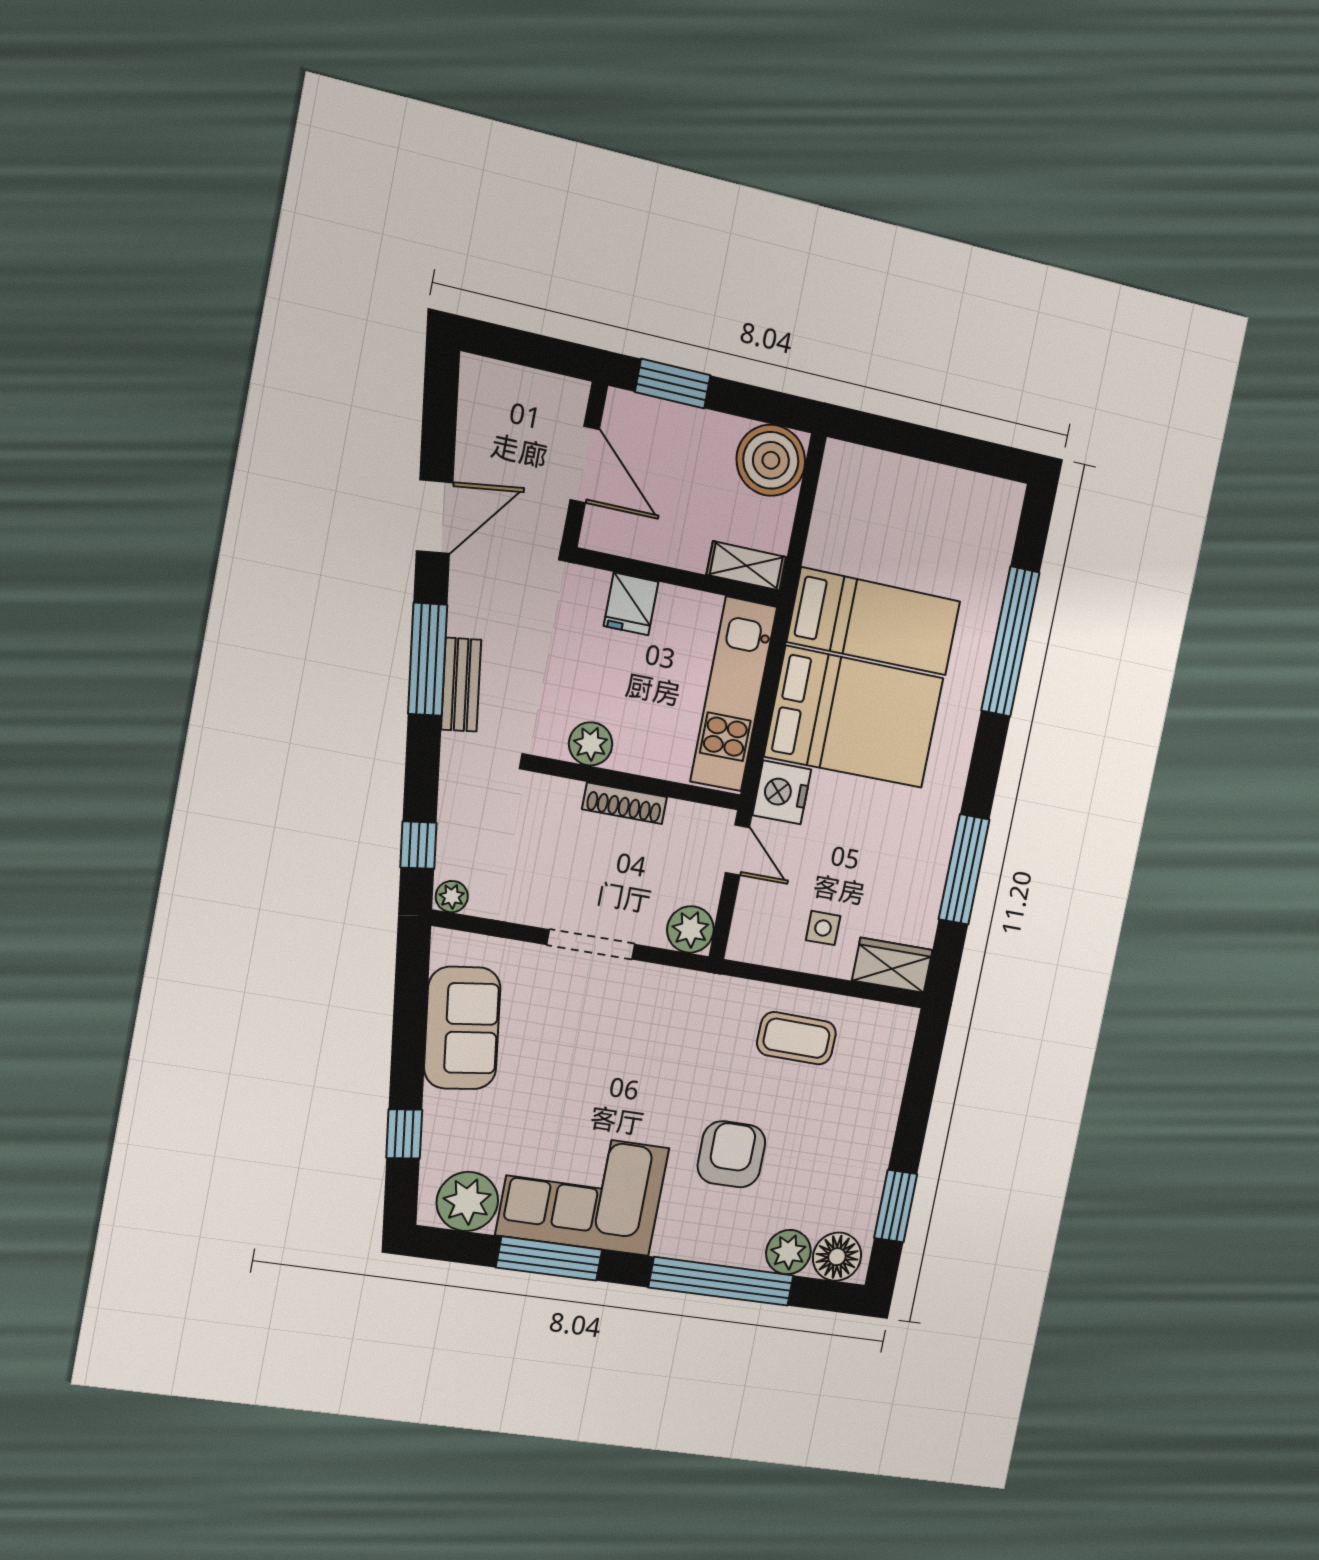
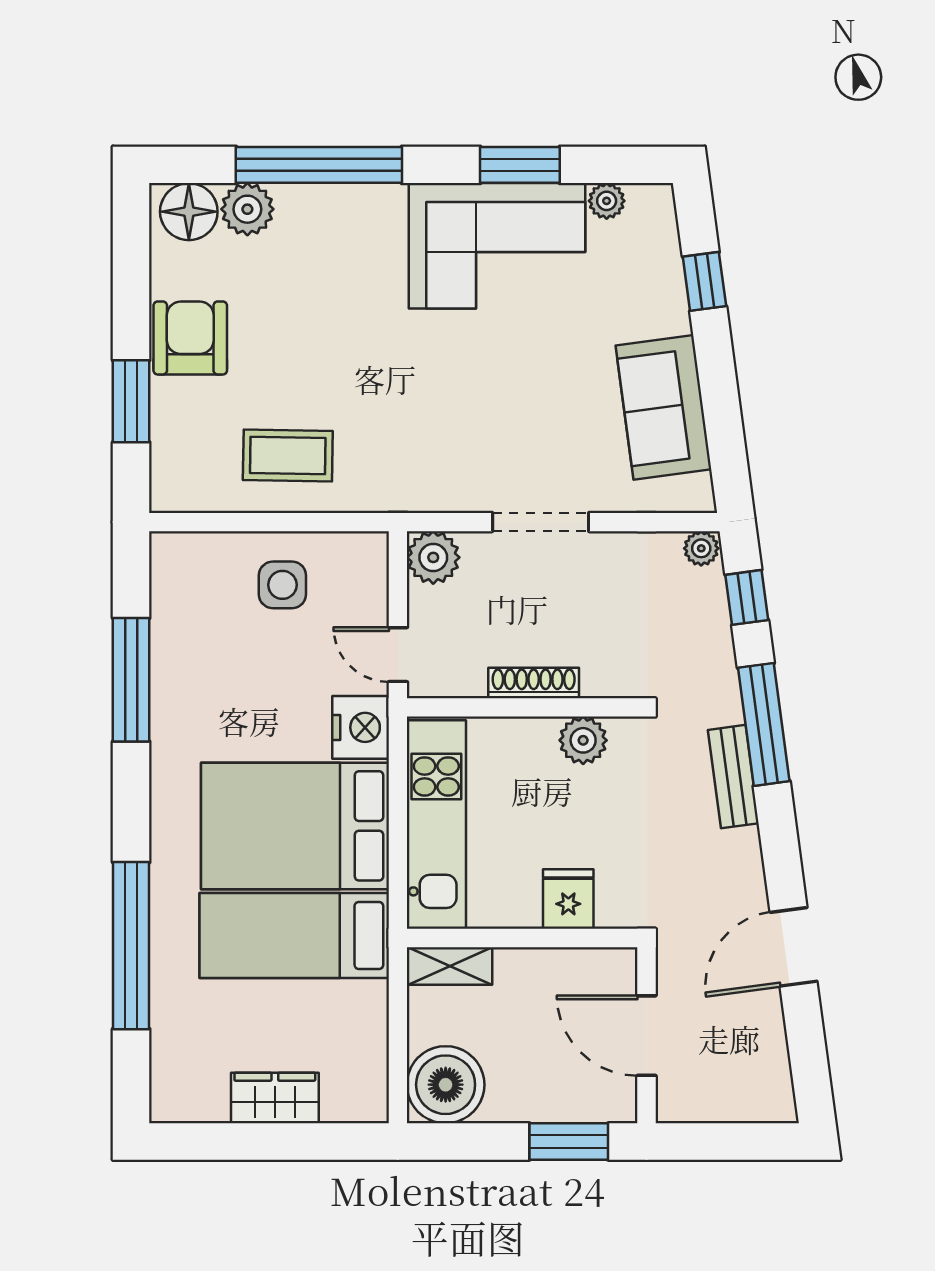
window: (428, 659) -> (764, 724), moved
side table: (823, 928) -> (282, 585), width x1.37, depth x1.37
wardrobe: (892, 965) -> (275, 1098), moved, turned 180
armchair: (731, 1154) -> (190, 338), moved, turned 180
plant: (467, 1201) -> (607, 201), width x0.53, depth x0.53
window: (896, 1206) -> (131, 401), moved
window: (549, 1259) -> (520, 165), width x0.69

